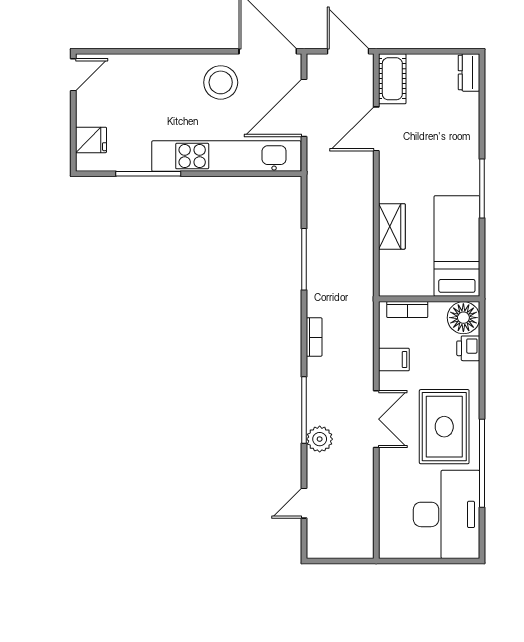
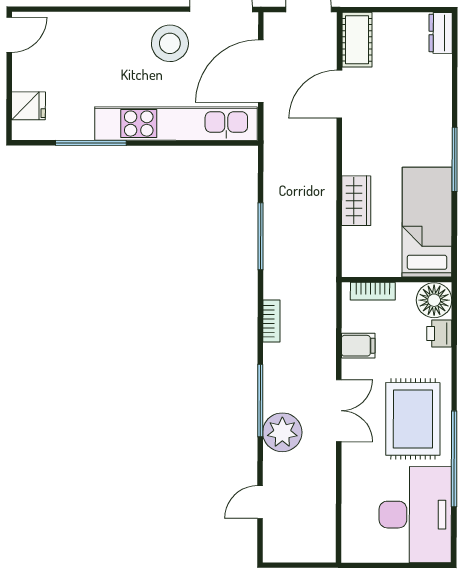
plant: (320, 439) -> (282, 432), width x1.36, depth x1.36

